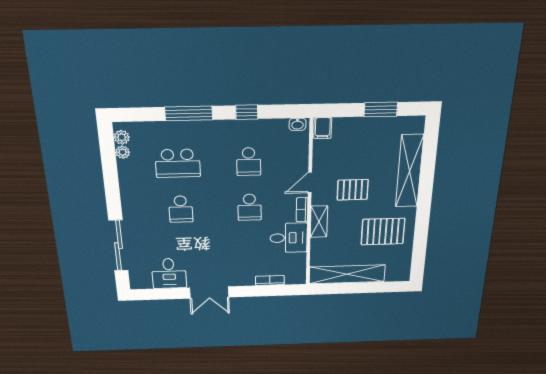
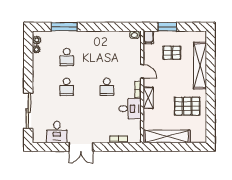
window: (381, 109) -> (167, 27), moved
window: (247, 112) -> (106, 27), removed
window: (189, 113) -> (64, 27), moved
school desk: (249, 162) -> (107, 57), removed
school desk: (178, 163) -> (67, 57), width x0.54
door: (310, 182) -> (142, 71), swing flipped
pallet: (353, 190) -> (172, 53), moved

